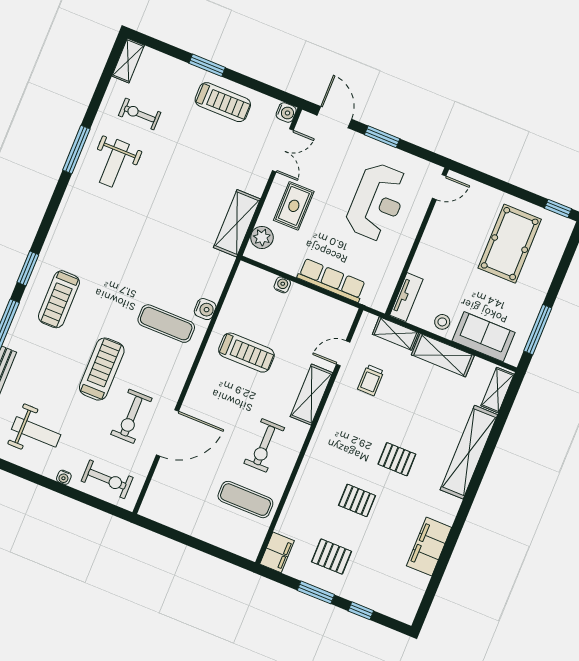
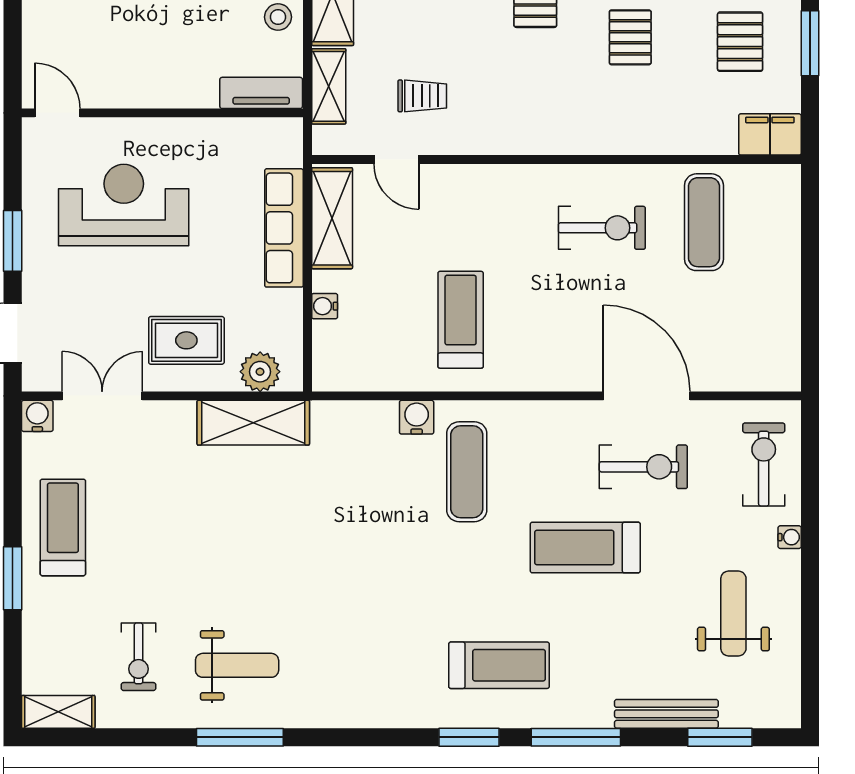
shelving: (311, 395) -> (332, 218), moved, turned 90

